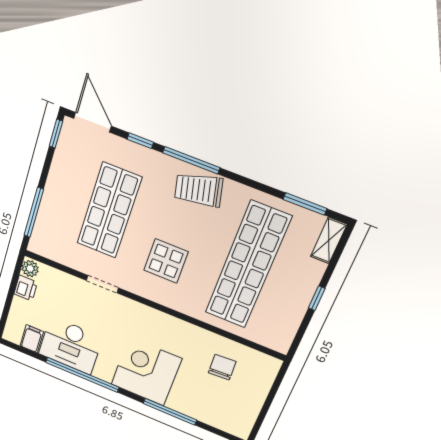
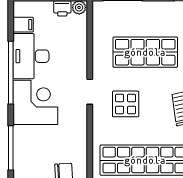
doorway: (102, 284) -> (90, 92), moved
corner desk: (146, 372) -> (35, 102), moved

